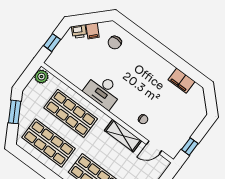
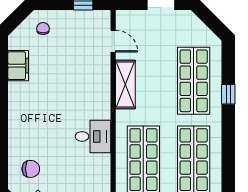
desk: (103, 91) -> (93, 136), width x0.73
chair: (143, 119) -> (43, 29), moved

